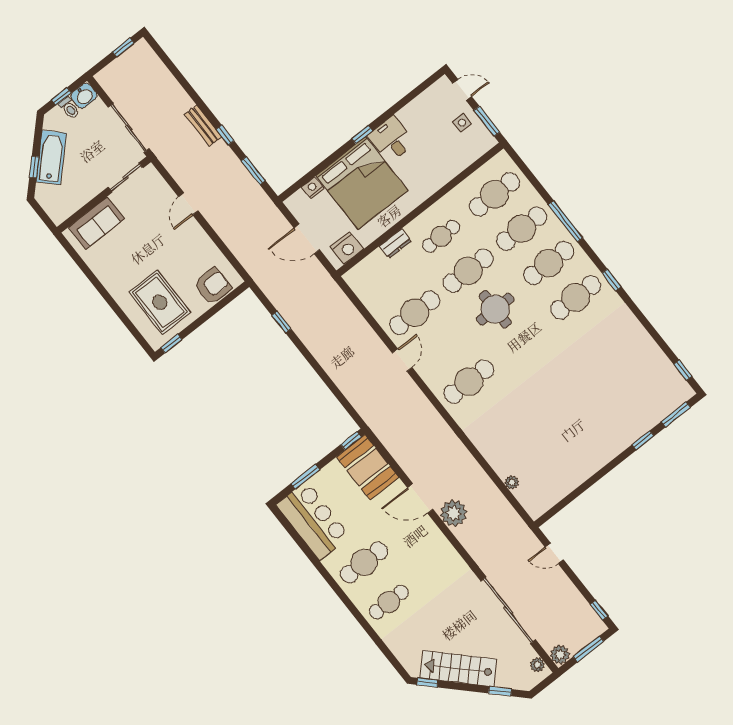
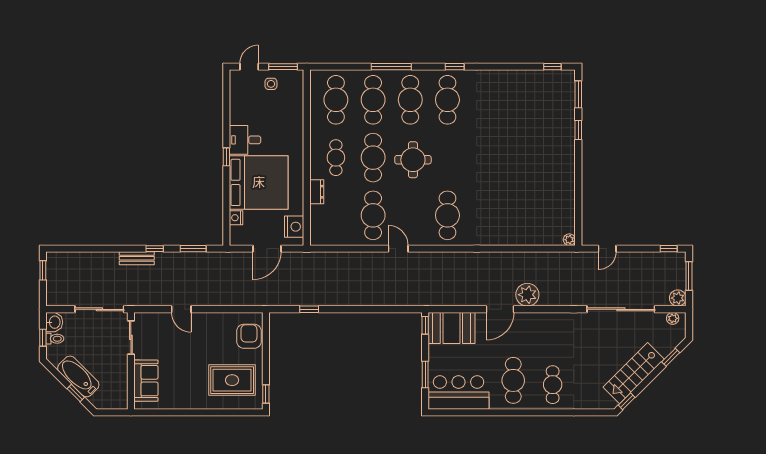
plant: (512, 482) -> (569, 240), moved

